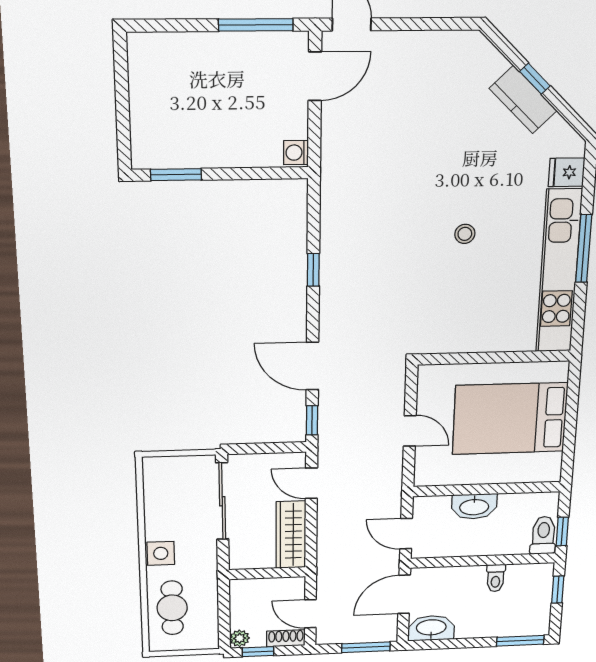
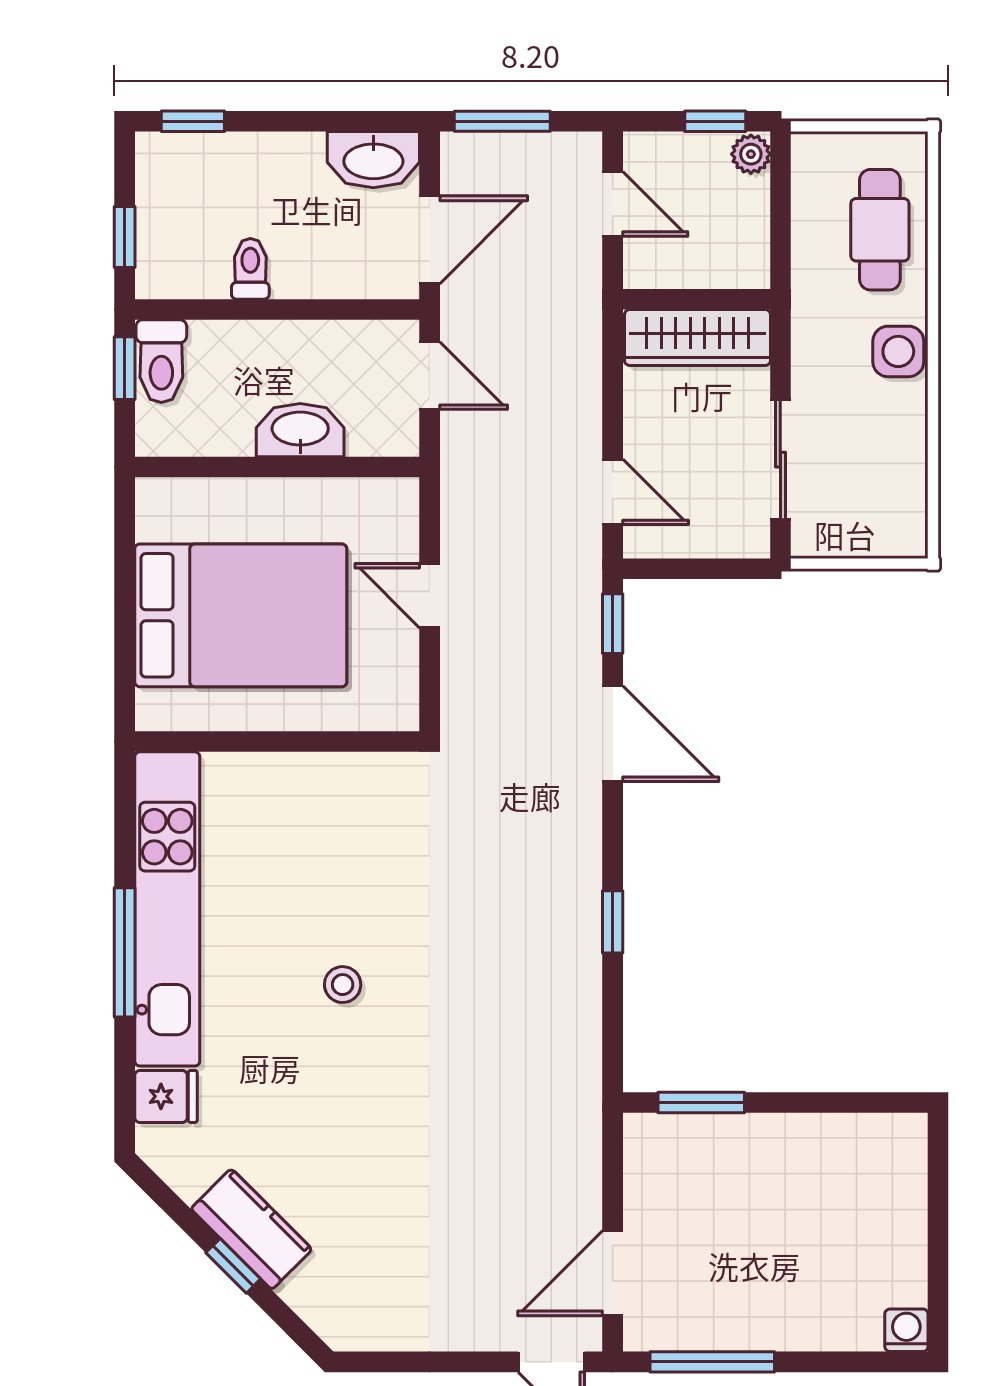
washing machine: (296, 153) -> (906, 1330), moved, turned -90
window: (176, 175) -> (701, 1103), moved
sliding door: (222, 501) -> (780, 460), width x0.73
wardrobe: (291, 535) -> (697, 338), moved, turned 90
shoe rack: (286, 638) -> (660, 150), removed
window: (520, 641) -> (193, 121), width x0.67

